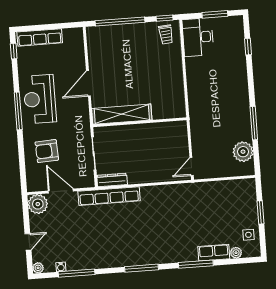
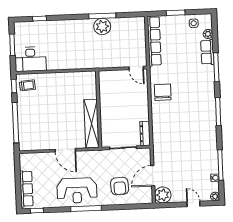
plant: (243, 152) -> (102, 26), moved
row of seats: (109, 196) -> (154, 41), moved
chair: (163, 200) -> (163, 92), added

